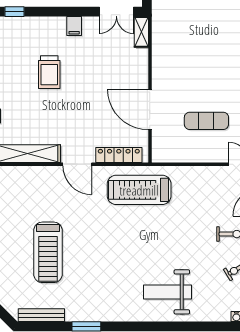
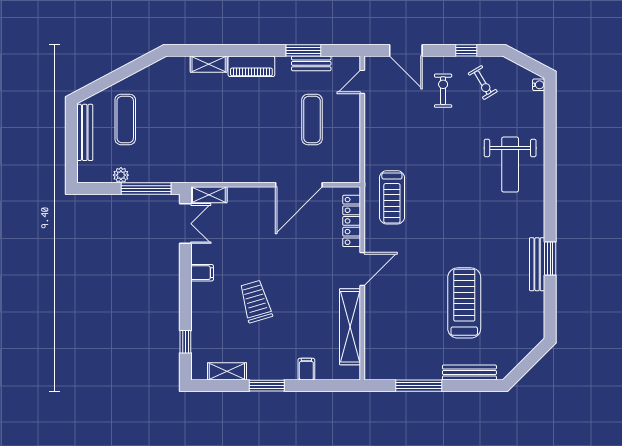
trolley: (49, 72) -> (256, 301), turned -106
treadmill: (139, 190) -> (392, 197), width x0.73, depth x0.73
treadmill: (48, 252) -> (464, 303), turned -90
bench: (41, 315) -> (537, 264), moved

